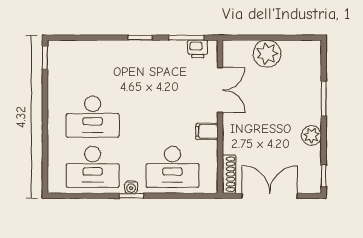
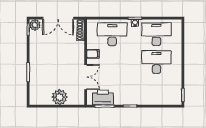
printer: (198, 49) -> (103, 97), width x1.87, depth x1.48
double door: (220, 90) -> (86, 77), swing flipped
plant: (311, 136) -> (35, 25), moved

